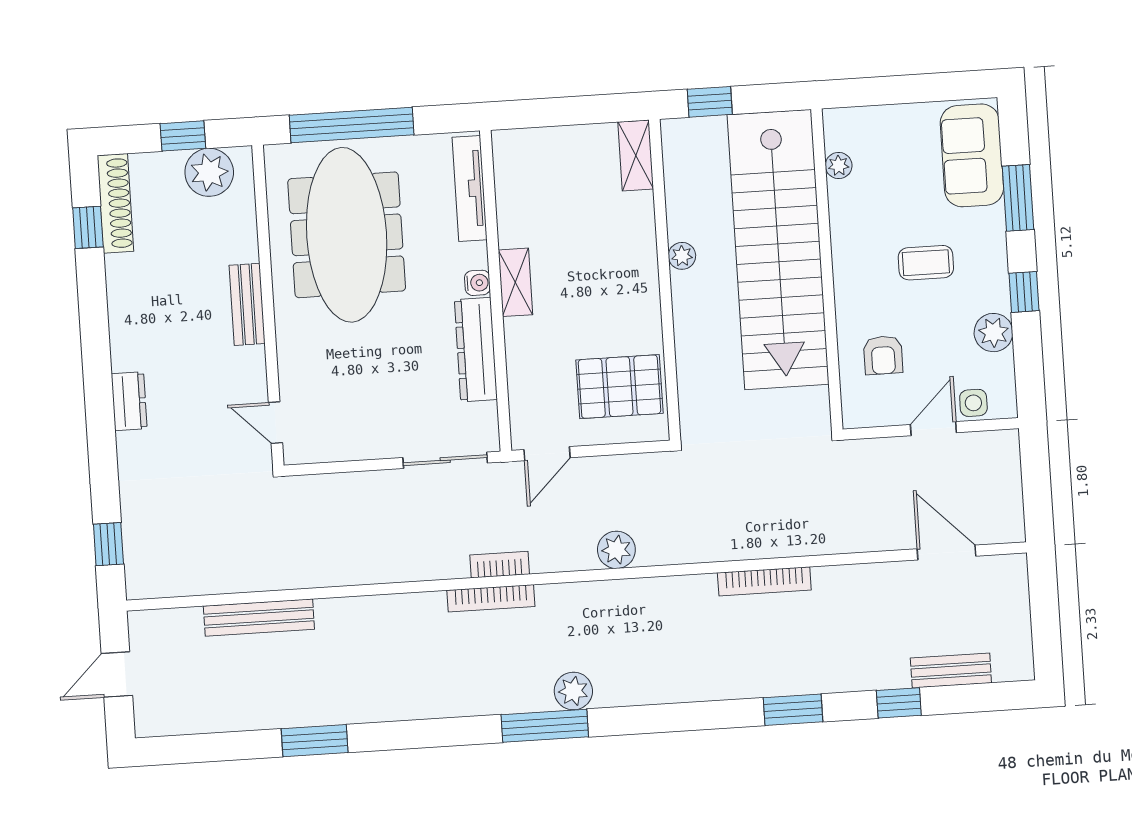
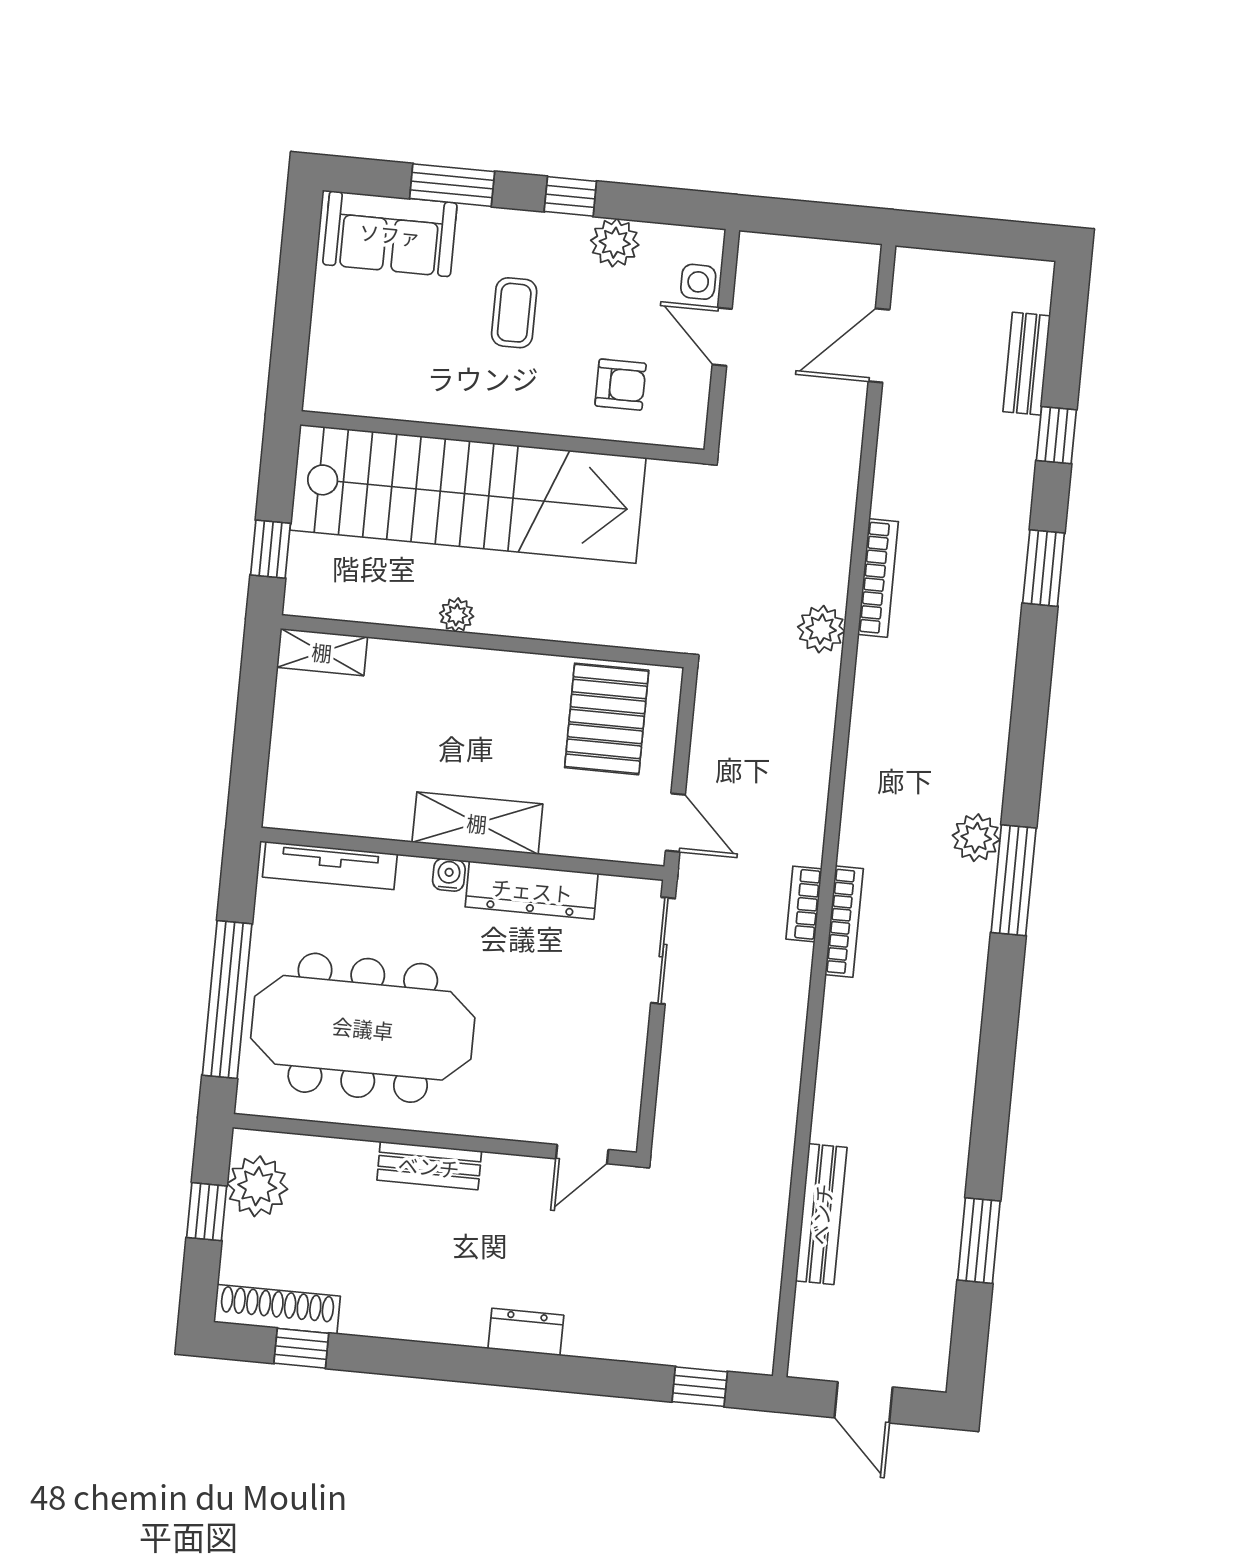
plant: (839, 166) -> (376, 402), removed
shelving: (515, 282) -> (477, 823), width x1.50, depth x1.33
plant: (616, 550) -> (821, 629), moved
window: (315, 741) -> (979, 1241), moved

